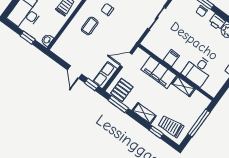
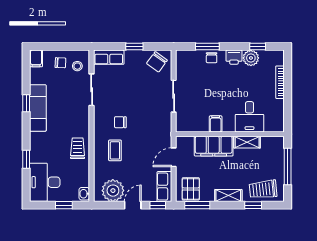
plant: (68, 52) -> (113, 191), added
door: (74, 72) -> (133, 205), swing flipped

